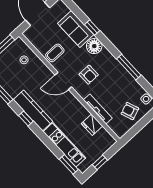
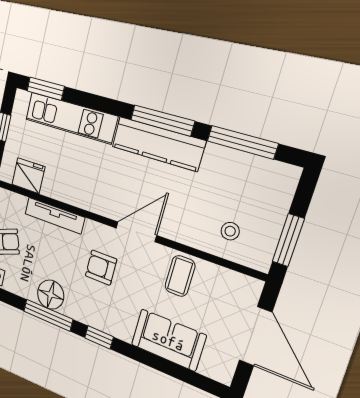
window: (92, 28) -> (99, 337), moved
floor lamp: (94, 46) -> (51, 295), moved
window: (26, 118) -> (162, 120), width x2.17
fridge: (92, 125) -> (28, 176), moved

